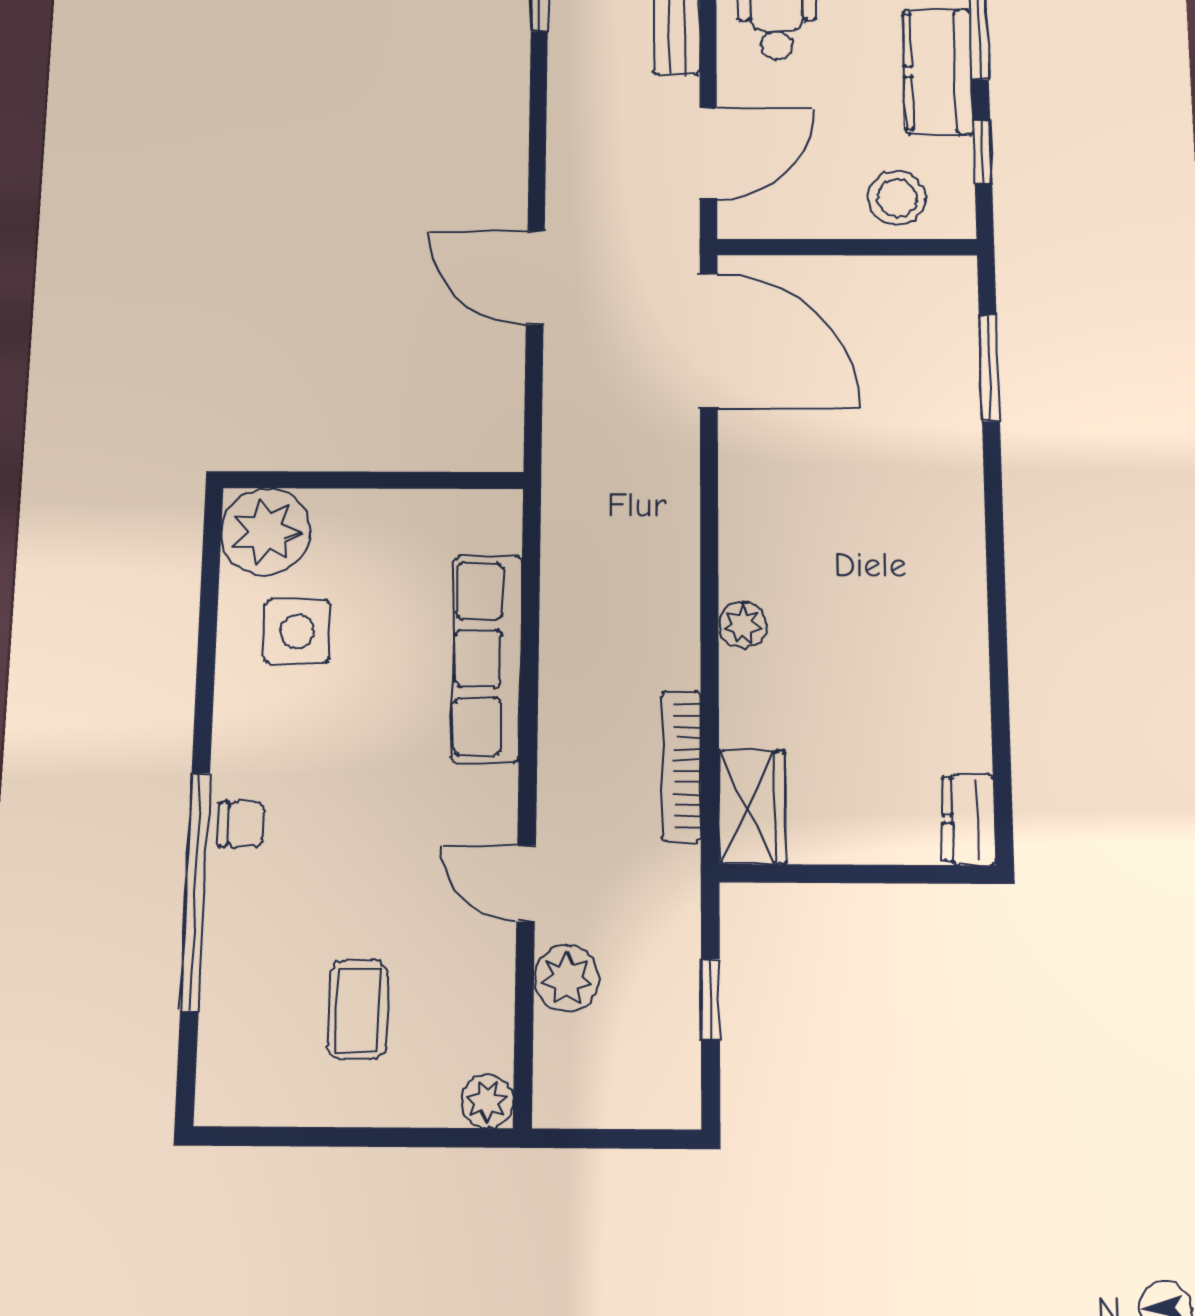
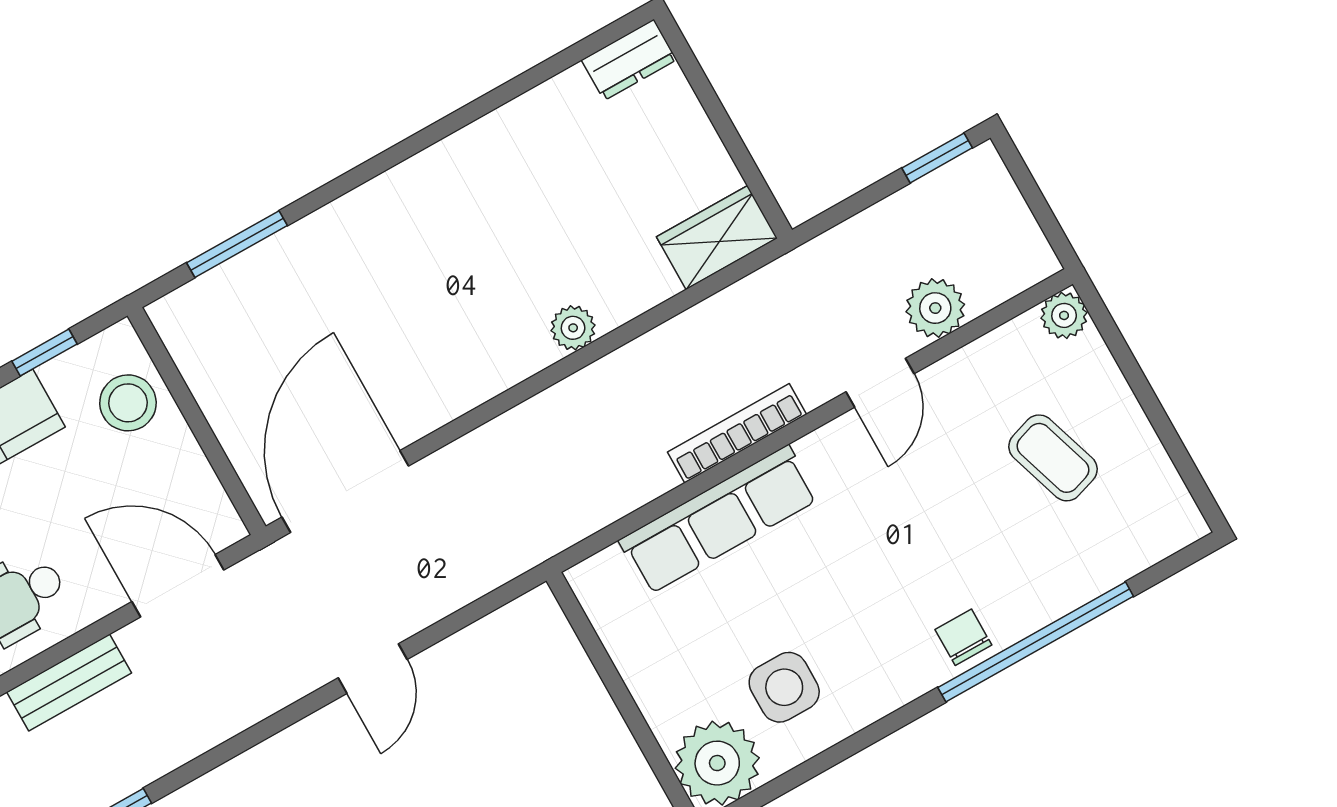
door: (535, 278) -> (373, 669), width x0.73
bookcase: (681, 766) -> (737, 433), moved, turned 180
window: (710, 999) -> (937, 158), moved
coffee table: (357, 1010) -> (1053, 458), turned 72

